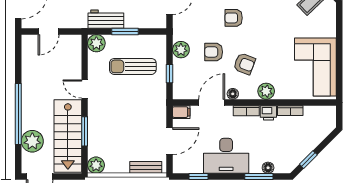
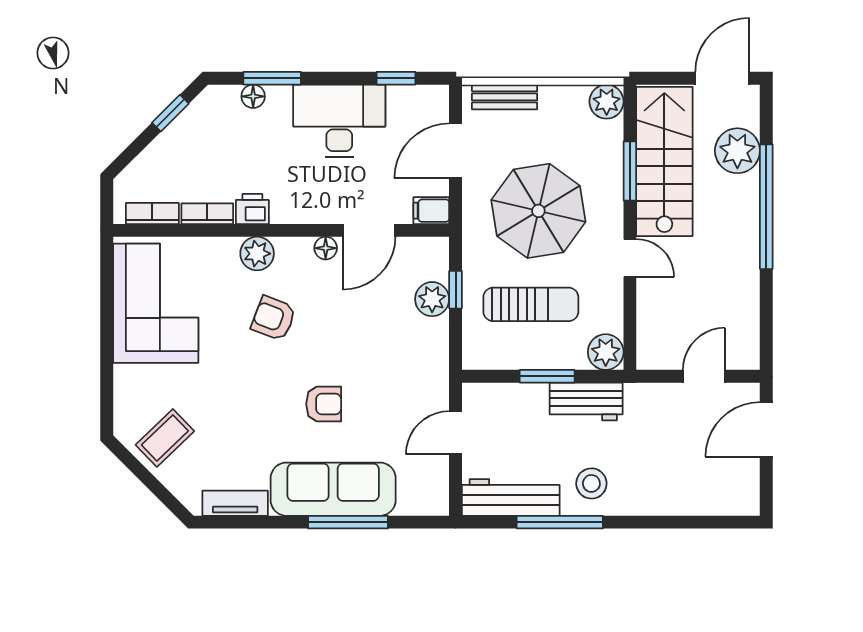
plant: (181, 50) -> (432, 299), moved
armchair: (214, 52) -> (365, 334), removed
armchair: (244, 64) -> (274, 318), moved
bookcase: (246, 111) -> (152, 213), moved
parasol: (129, 112) -> (538, 211), added

